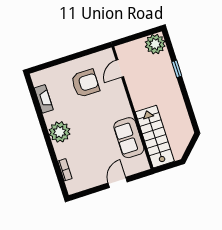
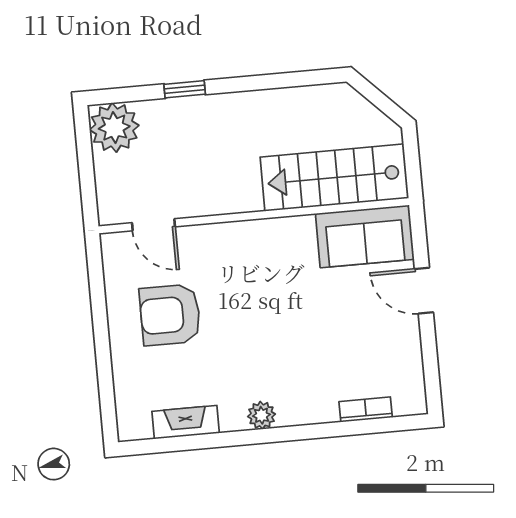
armchair: (85, 83) -> (170, 315), turned -90
plant: (60, 132) -> (262, 415), width x0.53, depth x0.53
sofa: (129, 138) -> (365, 236), moved

